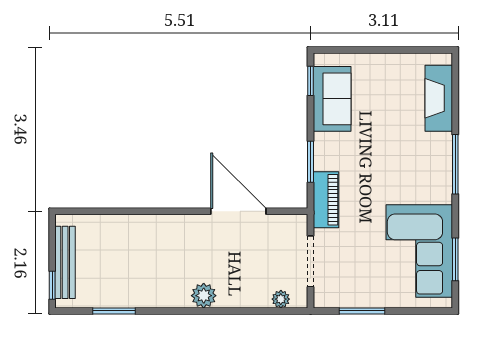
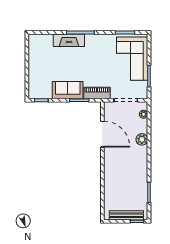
fireplace: (439, 98) -> (69, 40), moved
sofa: (332, 99) -> (68, 90), moved
door: (238, 211) -> (102, 134), swing flipped
corner sofa: (419, 251) -> (132, 59), moved, turned 90
plant: (204, 296) -> (142, 139), moved

